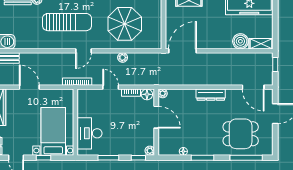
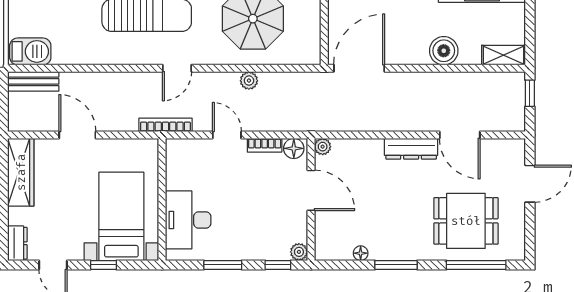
boiler: (240, 41) -> (444, 51), moved
door: (253, 87) -> (460, 135), moved

